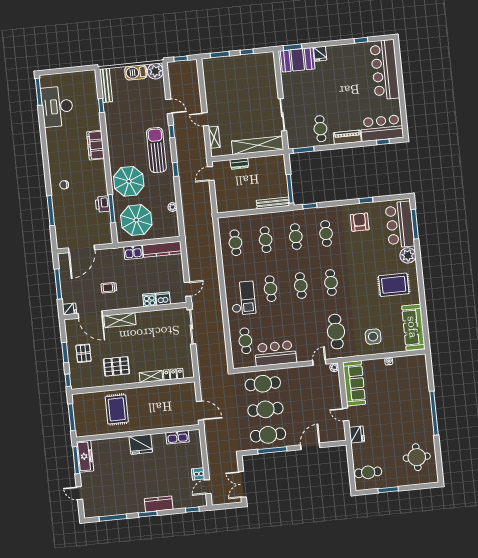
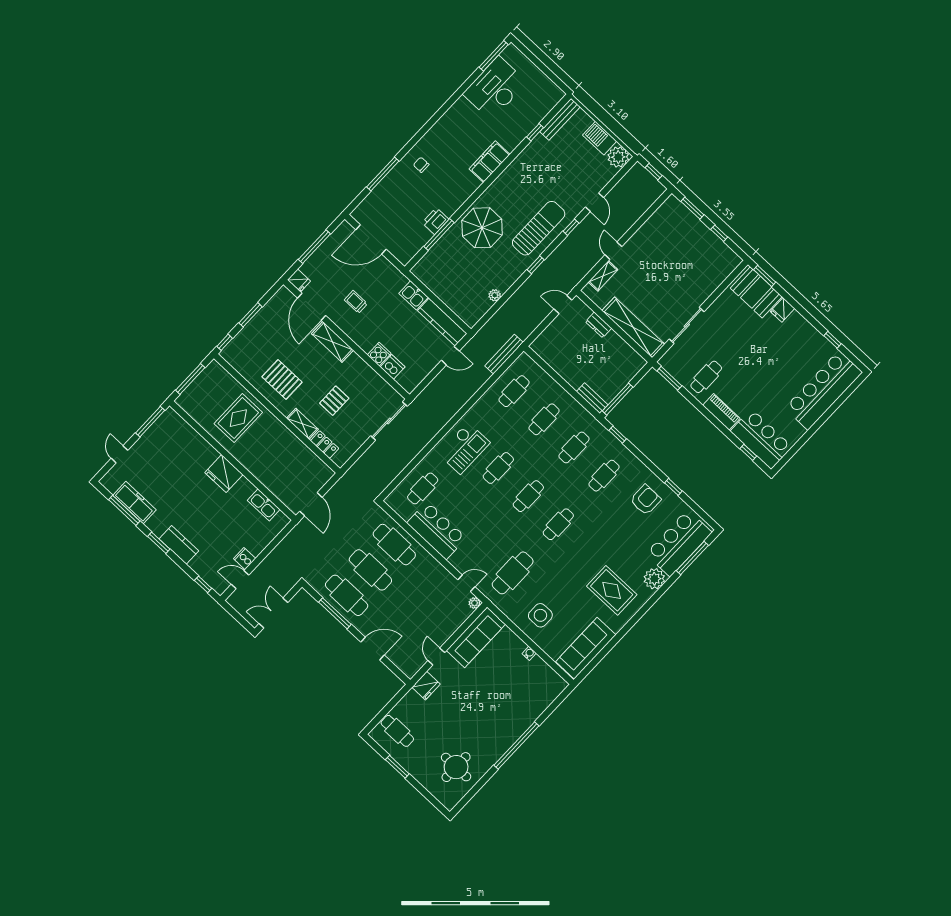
bench: (273, 203) -> (592, 398), width x0.73
parasol: (136, 220) -> (449, 270), removed
bench: (210, 230) -> (504, 354), added
door: (188, 289) -> (450, 356), moved
pallet: (84, 353) -> (334, 401), moved
freezer: (85, 456) -> (134, 503), moved, turned -90

